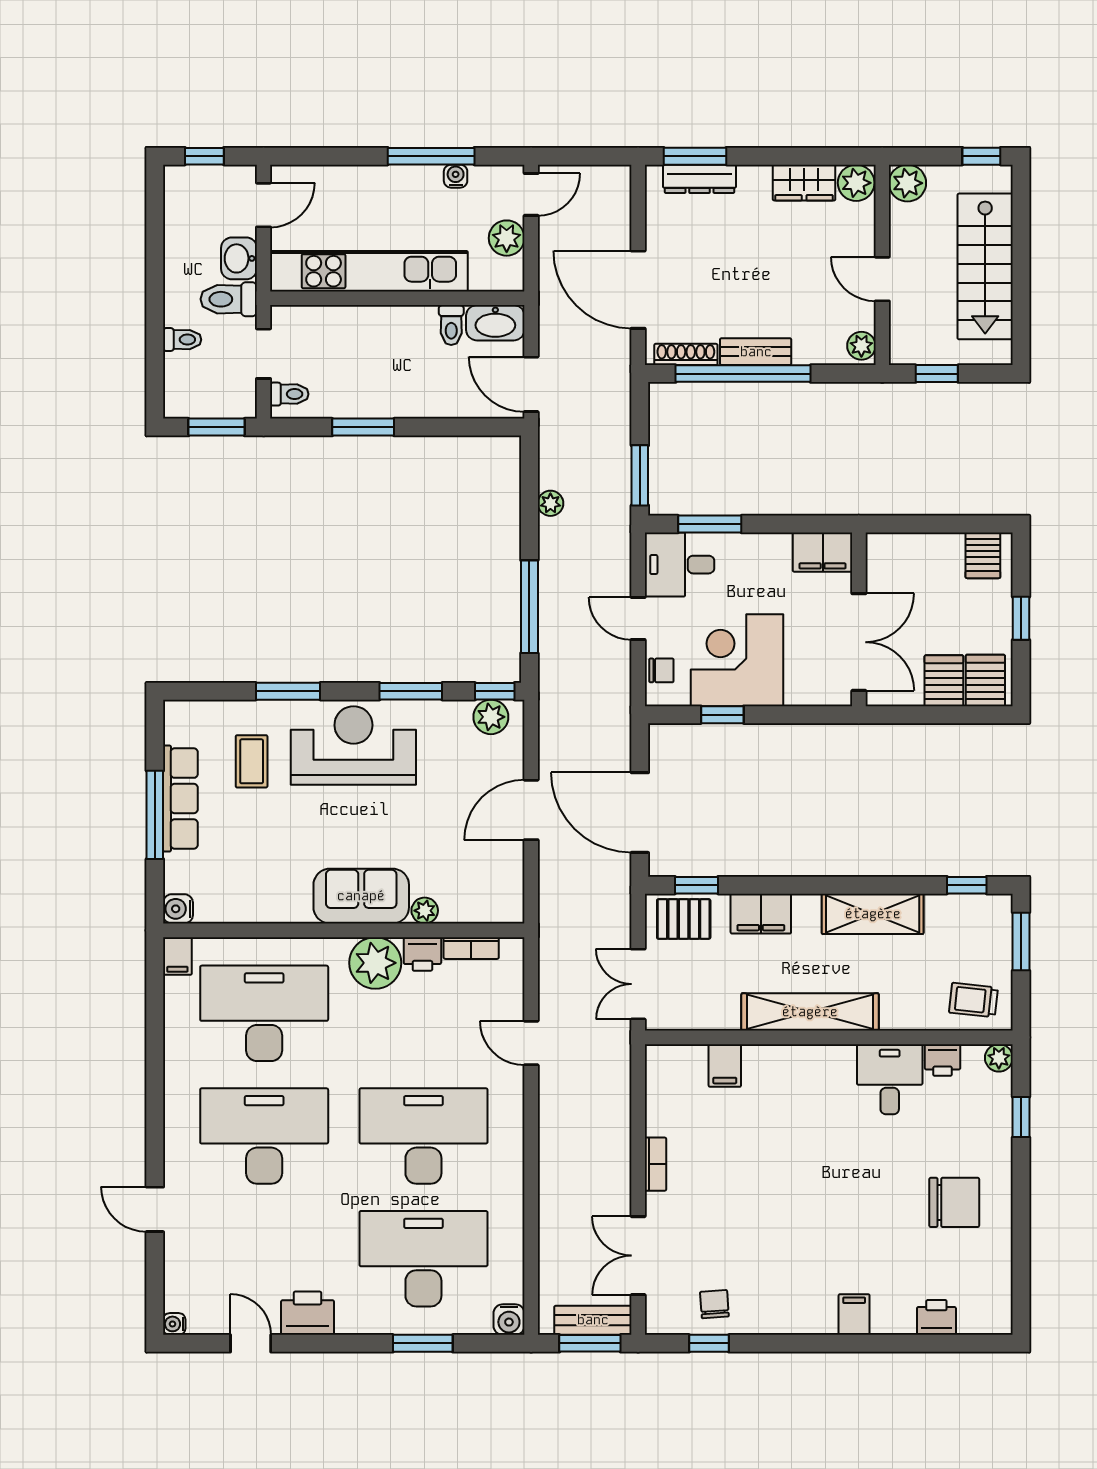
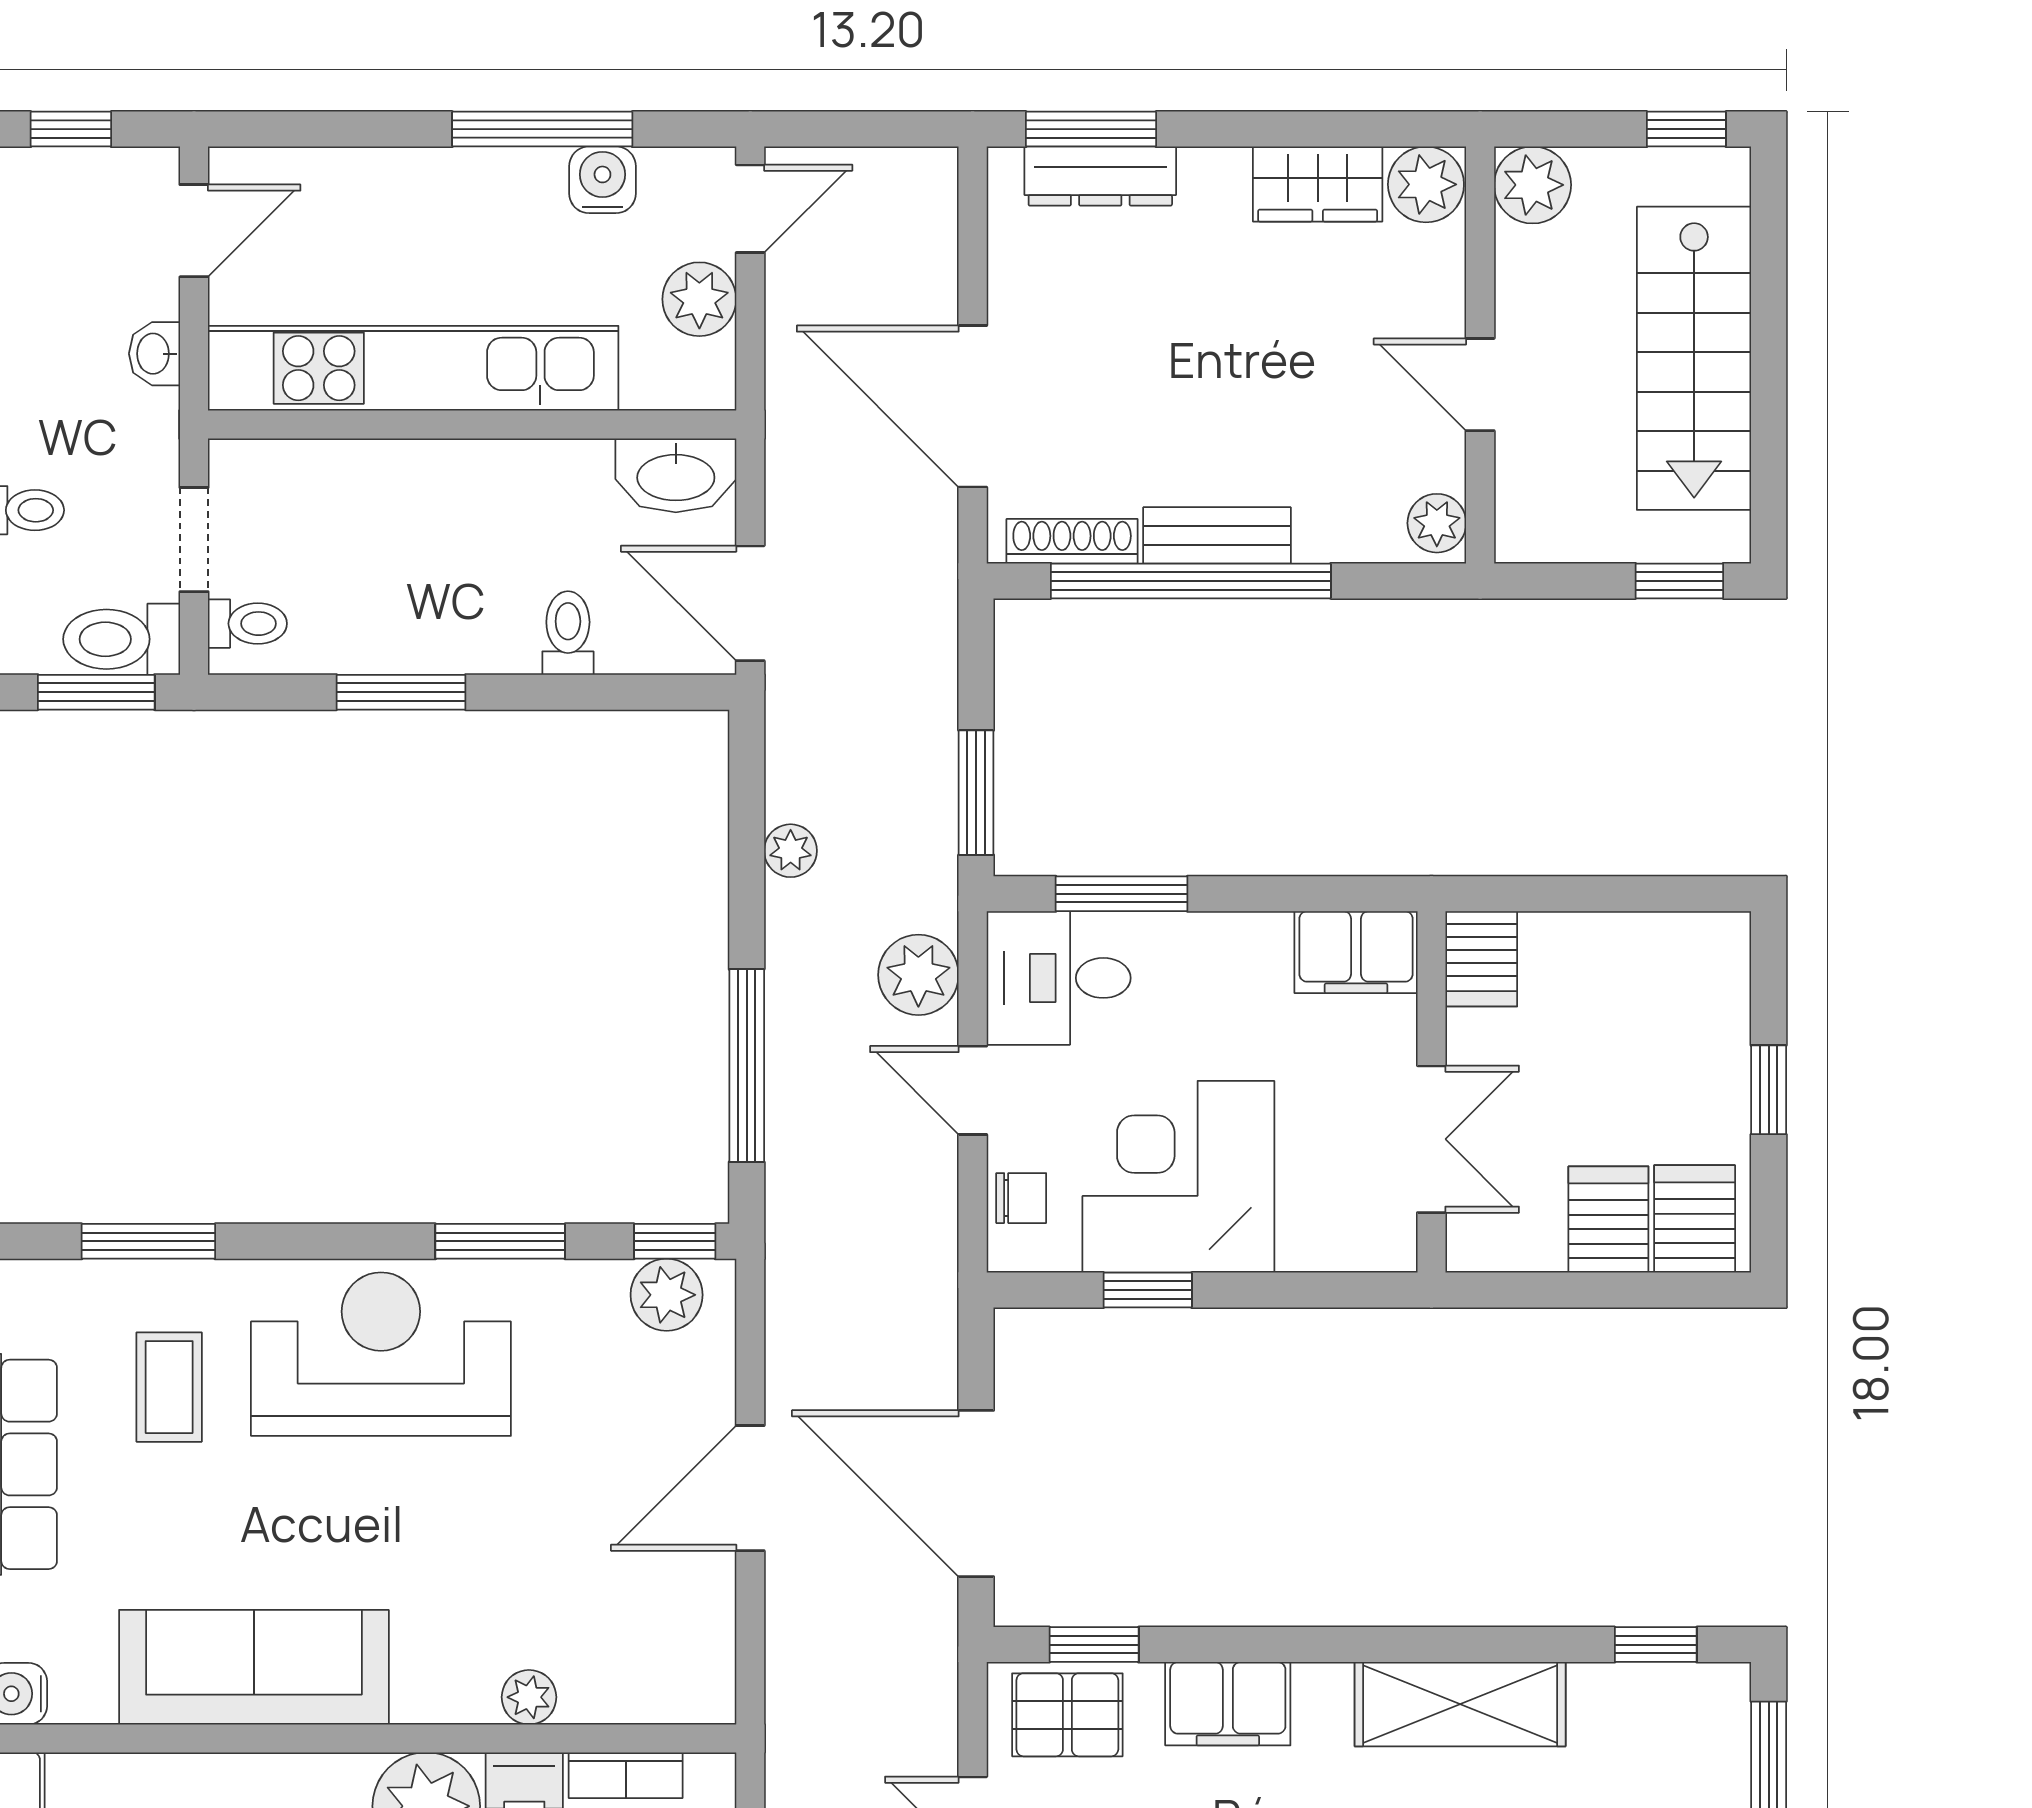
water cooler: (456, 176) -> (602, 180), width x1.38, depth x1.38
washbasin: (239, 258) -> (155, 354), width x0.72, depth x0.69
toilet: (229, 299) -> (122, 639), moved
toilet: (451, 325) -> (568, 633), moved, turned 180
window: (937, 374) -> (1679, 581), moved
server rack: (983, 555) -> (1481, 959), moved
plant: (612, 563) -> (918, 975), added
double door: (859, 642) -> (1431, 1139), width x0.73
window: (288, 691) -> (148, 1241), moved
sofa: (361, 896) -> (254, 1667), moved, width x1.36

